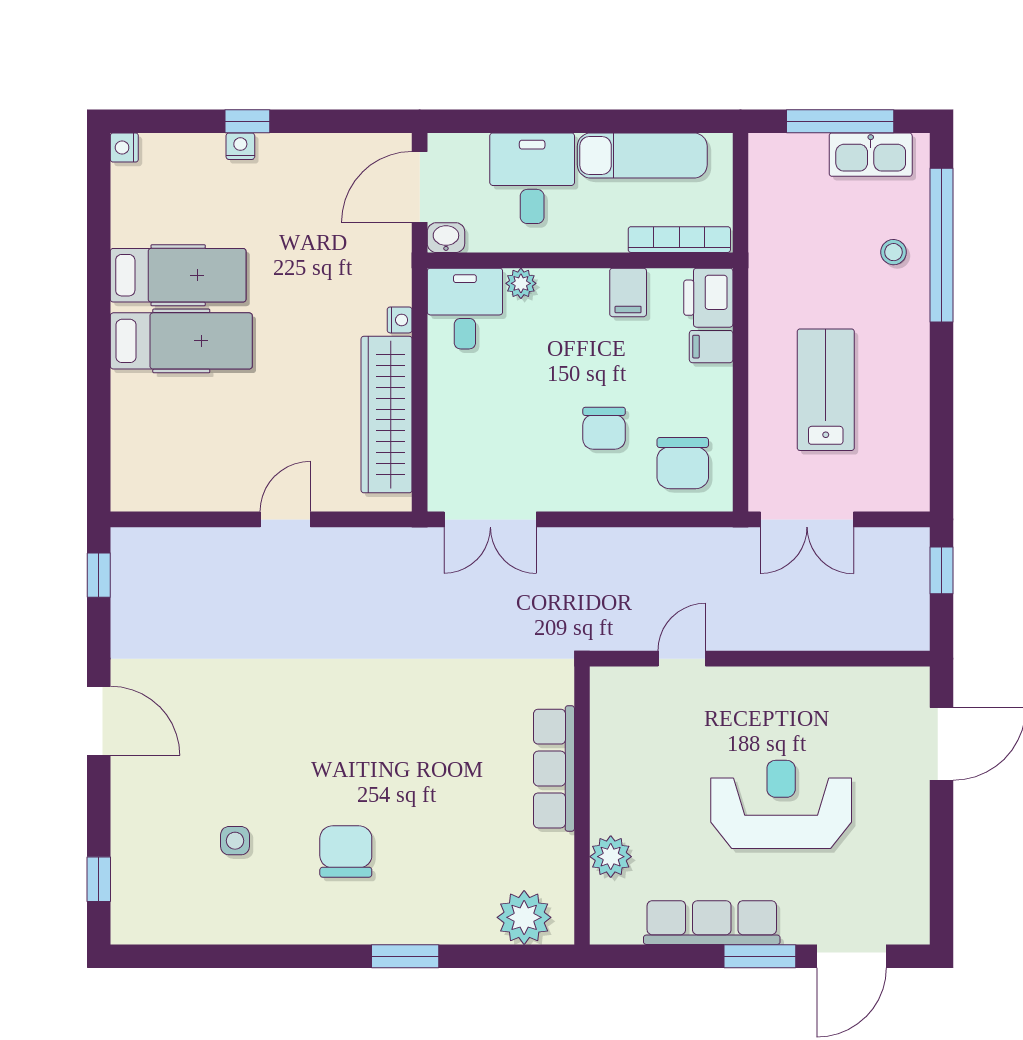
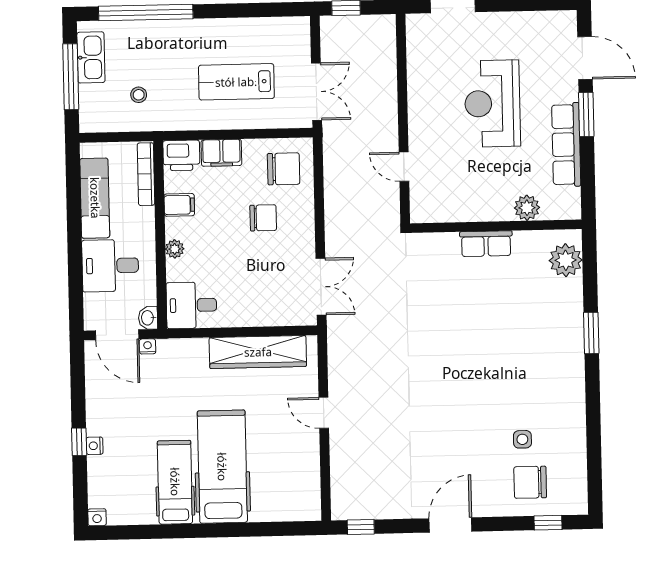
stool: (894, 252) -> (139, 95), moved
plant: (521, 283) -> (175, 249), moved
nightstand: (400, 320) -> (148, 346), moved
hospital bed: (181, 341) -> (222, 467), width x1.37, depth x1.29
filing cabinet: (711, 347) -> (221, 153), width x2.00
row of seats: (554, 769) -> (486, 244), width x0.68
chair: (346, 852) -> (530, 482), moved

